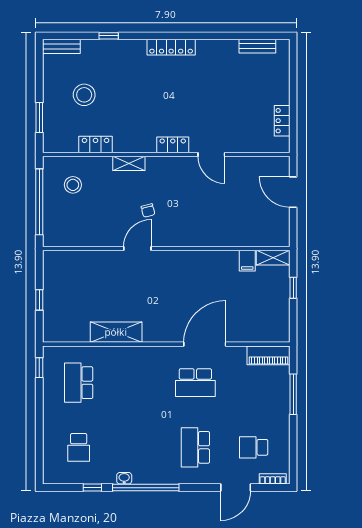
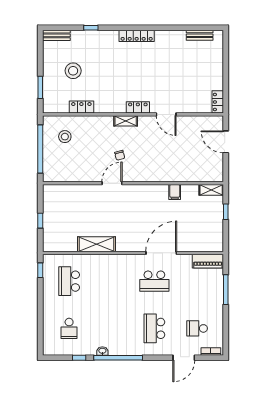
locker: (282, 121) -> (218, 102), moved
shelving: (129, 163) -> (126, 121), moved
filing cabinet: (247, 261) -> (175, 192), moved

